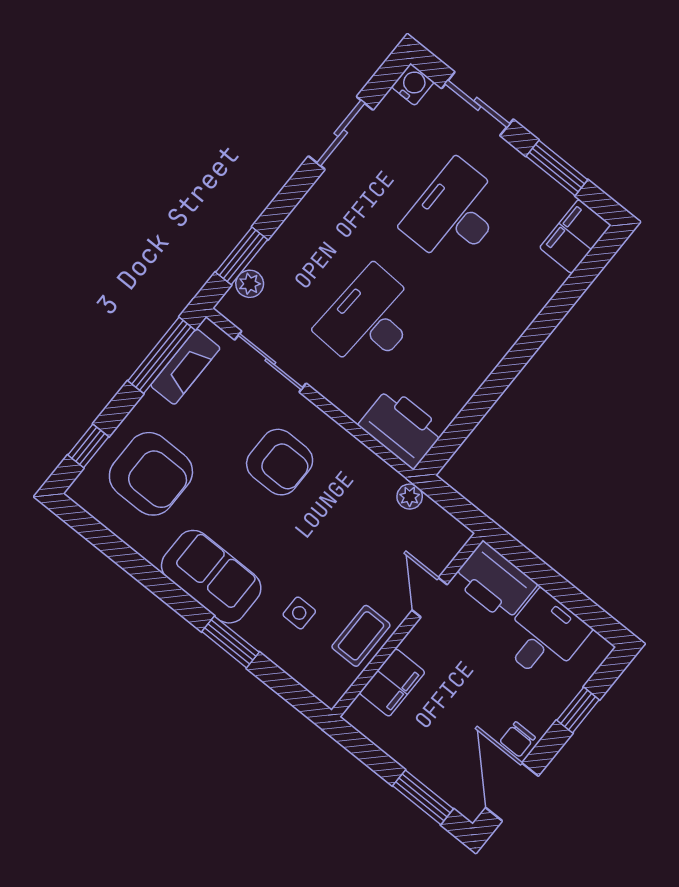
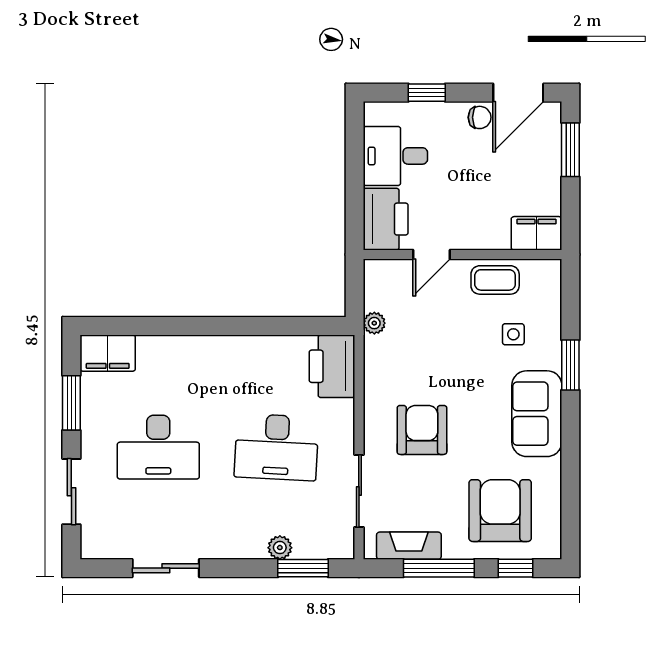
water cooler: (413, 84) -> (94, 546), removed
plant: (250, 284) -> (280, 548), moved
window: (161, 355) -> (439, 568), moved
filing cabinet: (392, 683) -> (537, 233), moved

